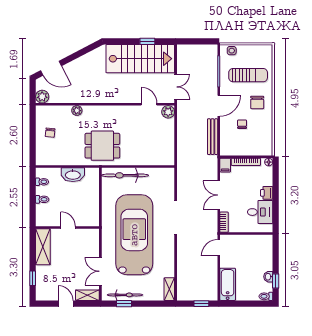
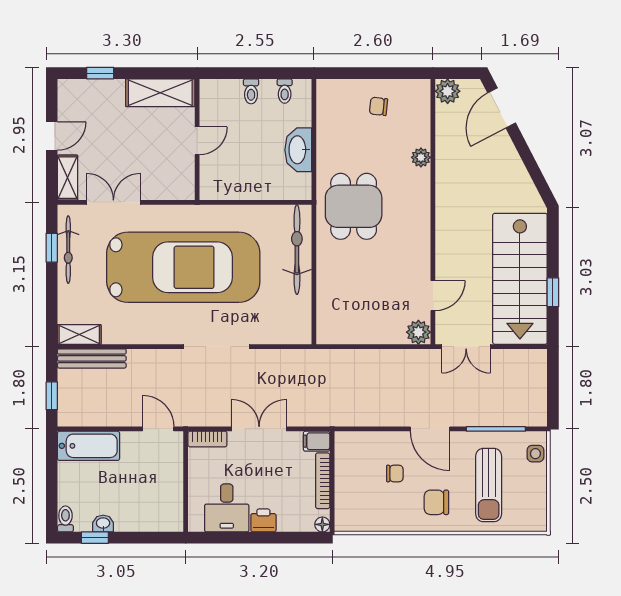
bench: (213, 137) -> (92, 358), moved

